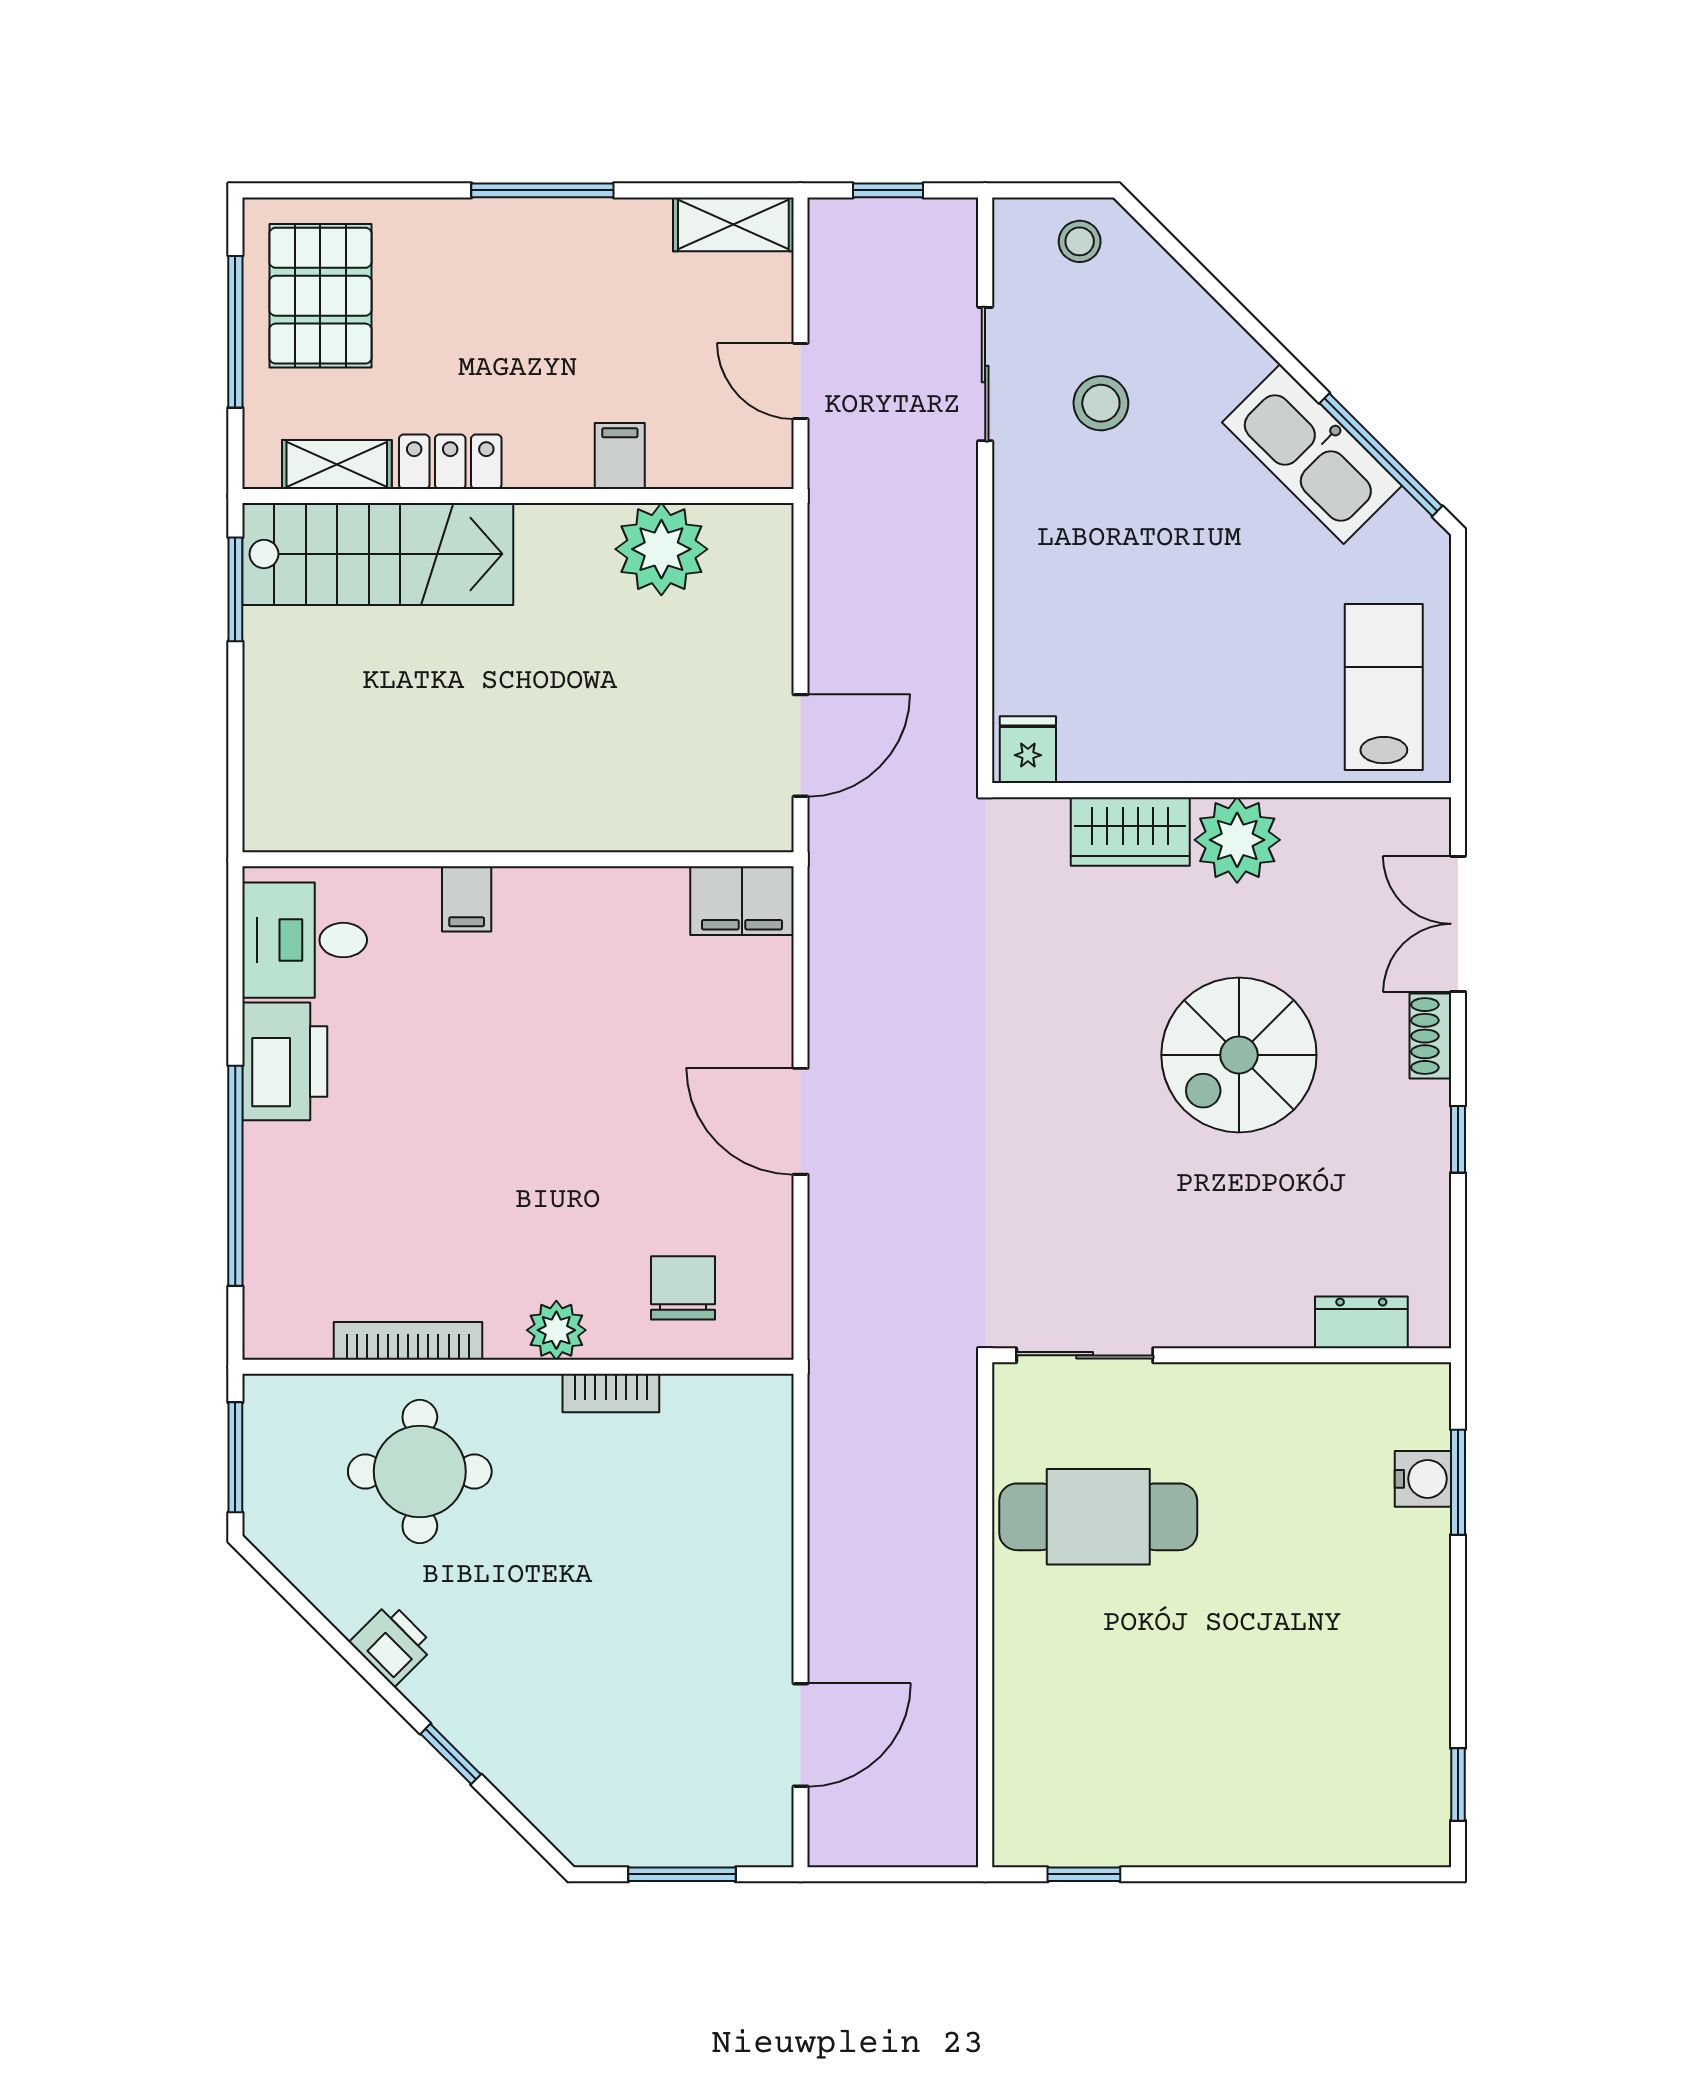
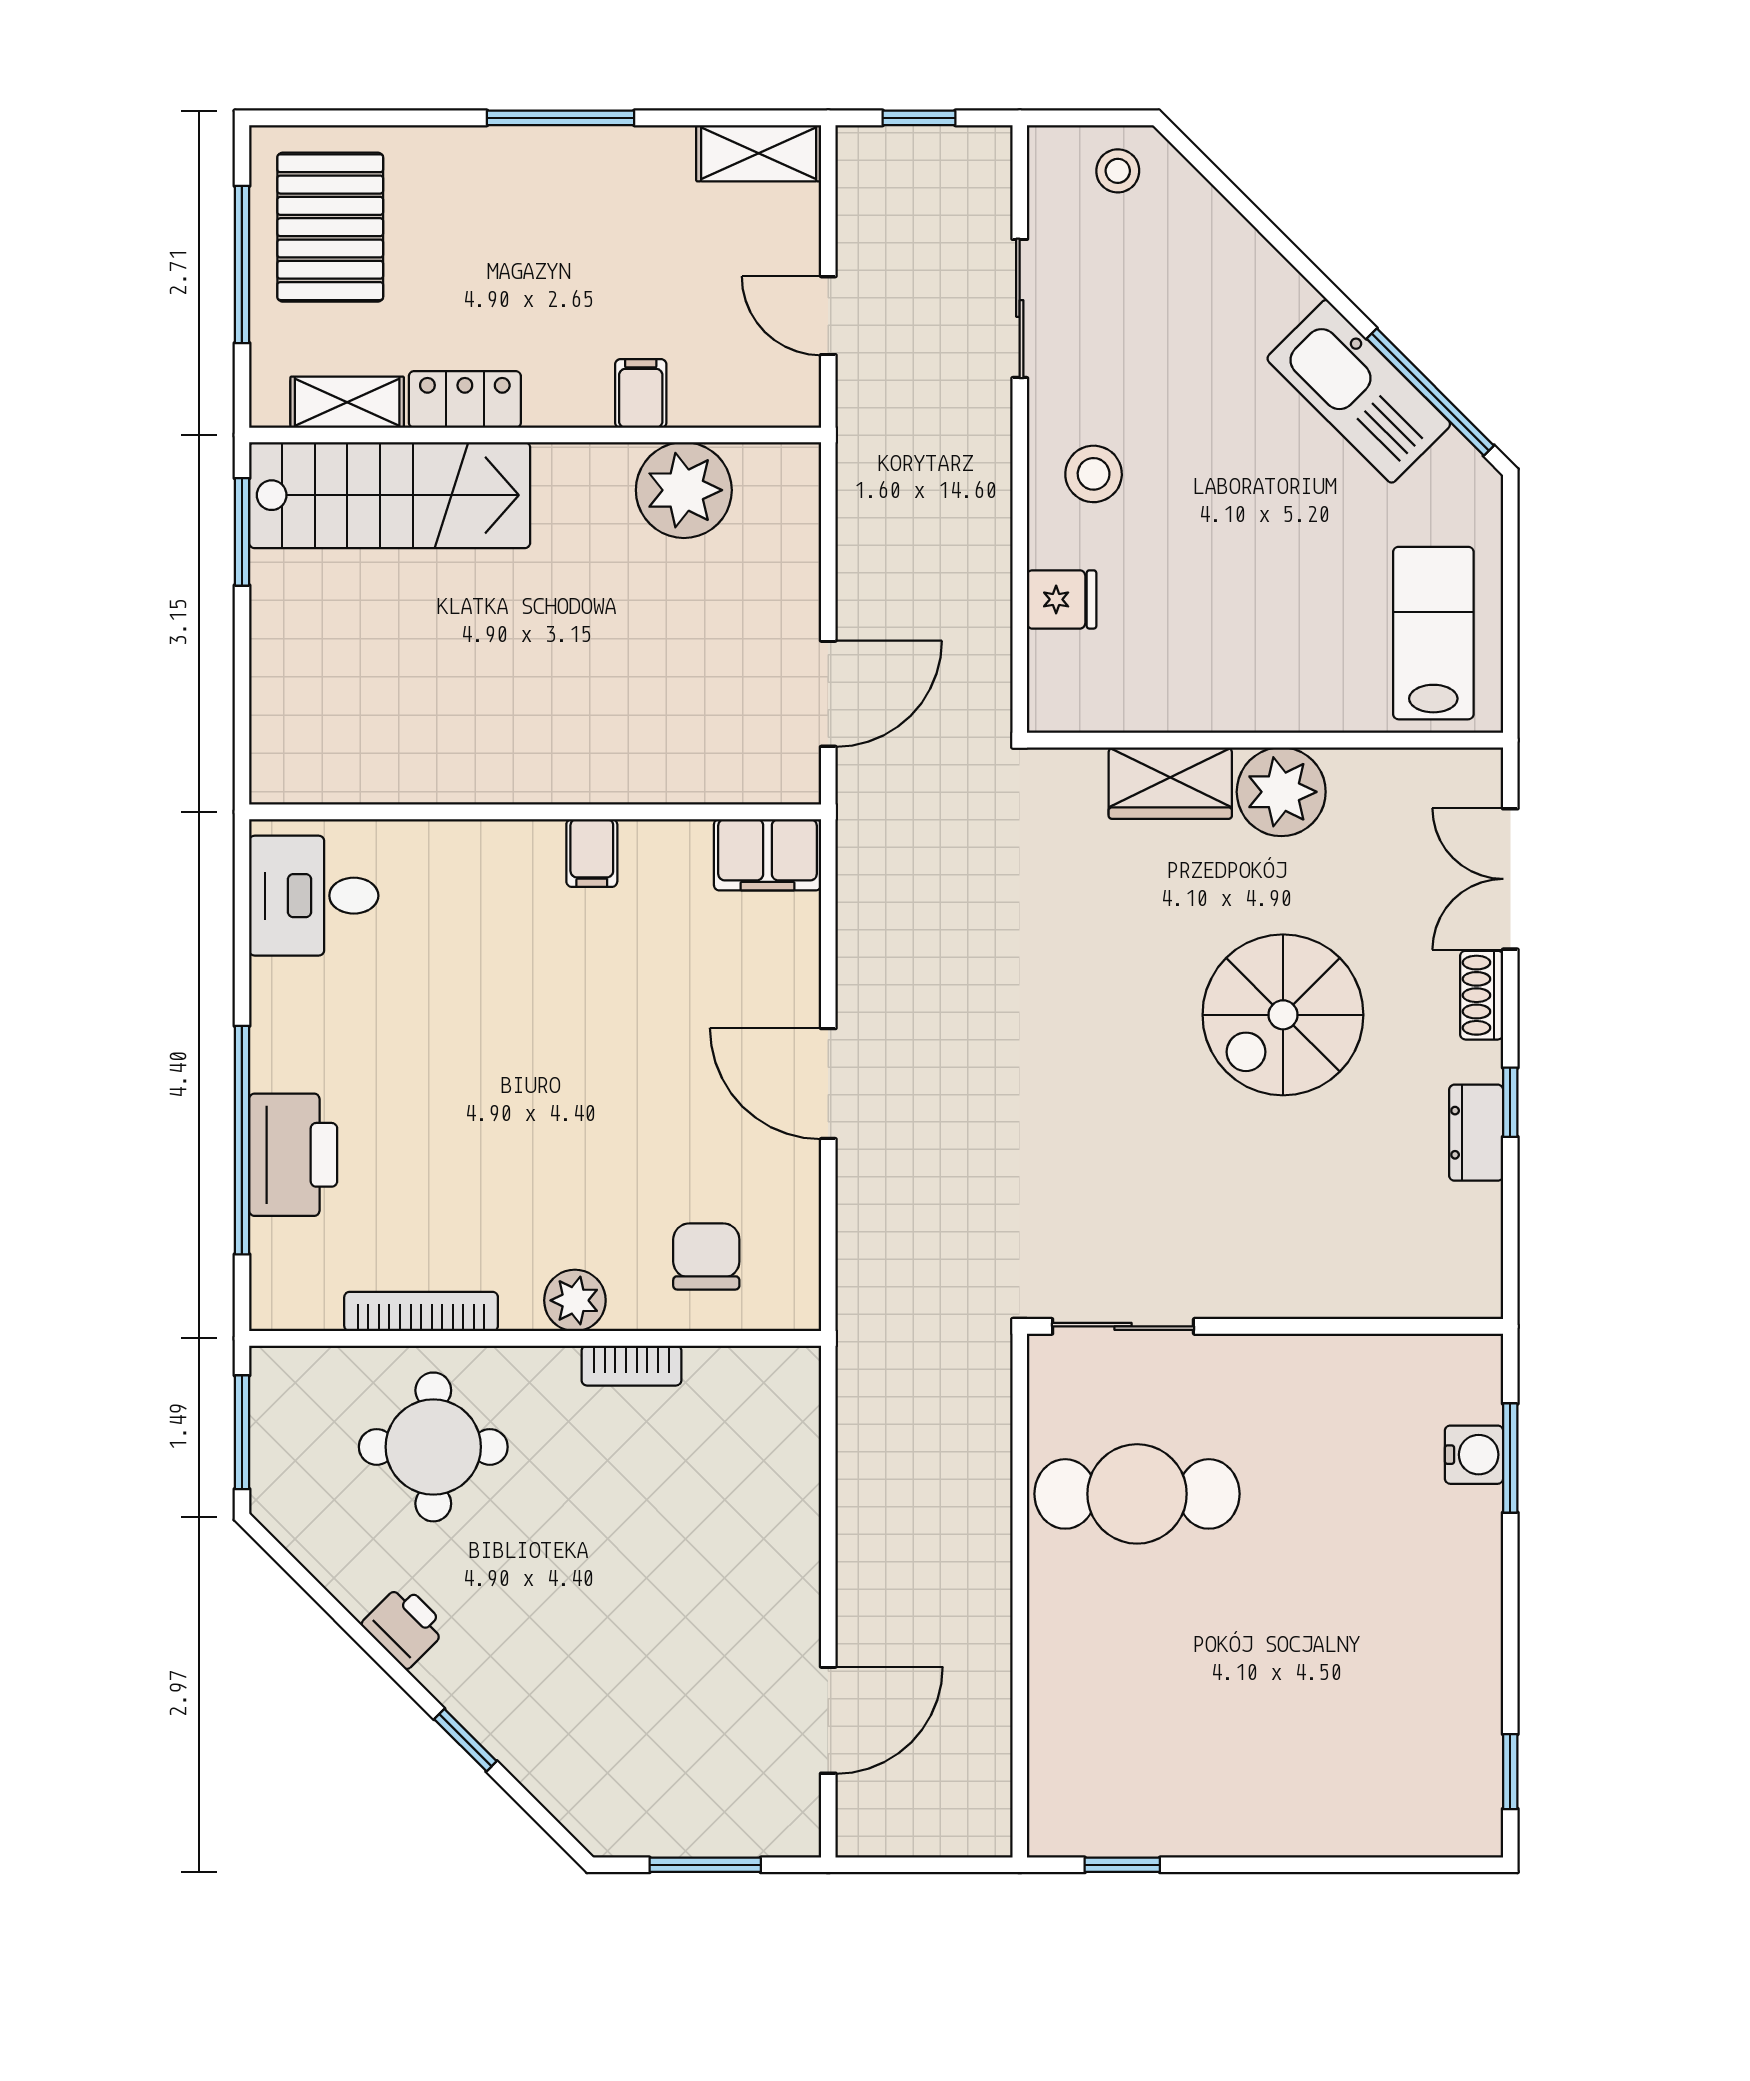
stool: (1101, 403) -> (1094, 474), moved
fridge: (1028, 750) -> (1062, 599), moved, turned 90
filing cabinet: (467, 899) -> (592, 853), moved
printer: (285, 1061) -> (293, 1155), moved
dresser: (1361, 1322) -> (1476, 1133), moved, turned -90

